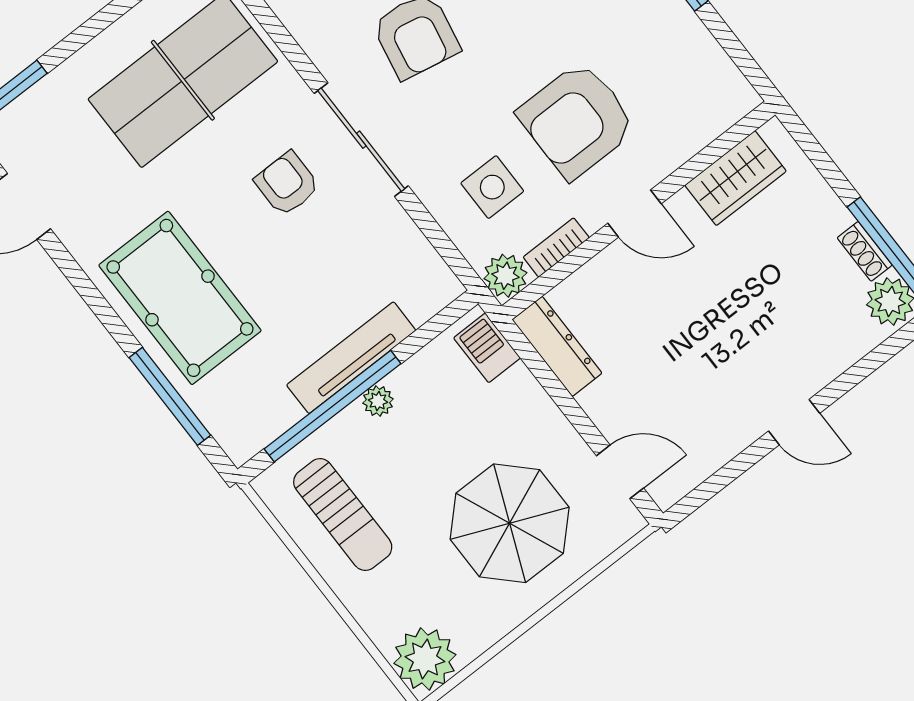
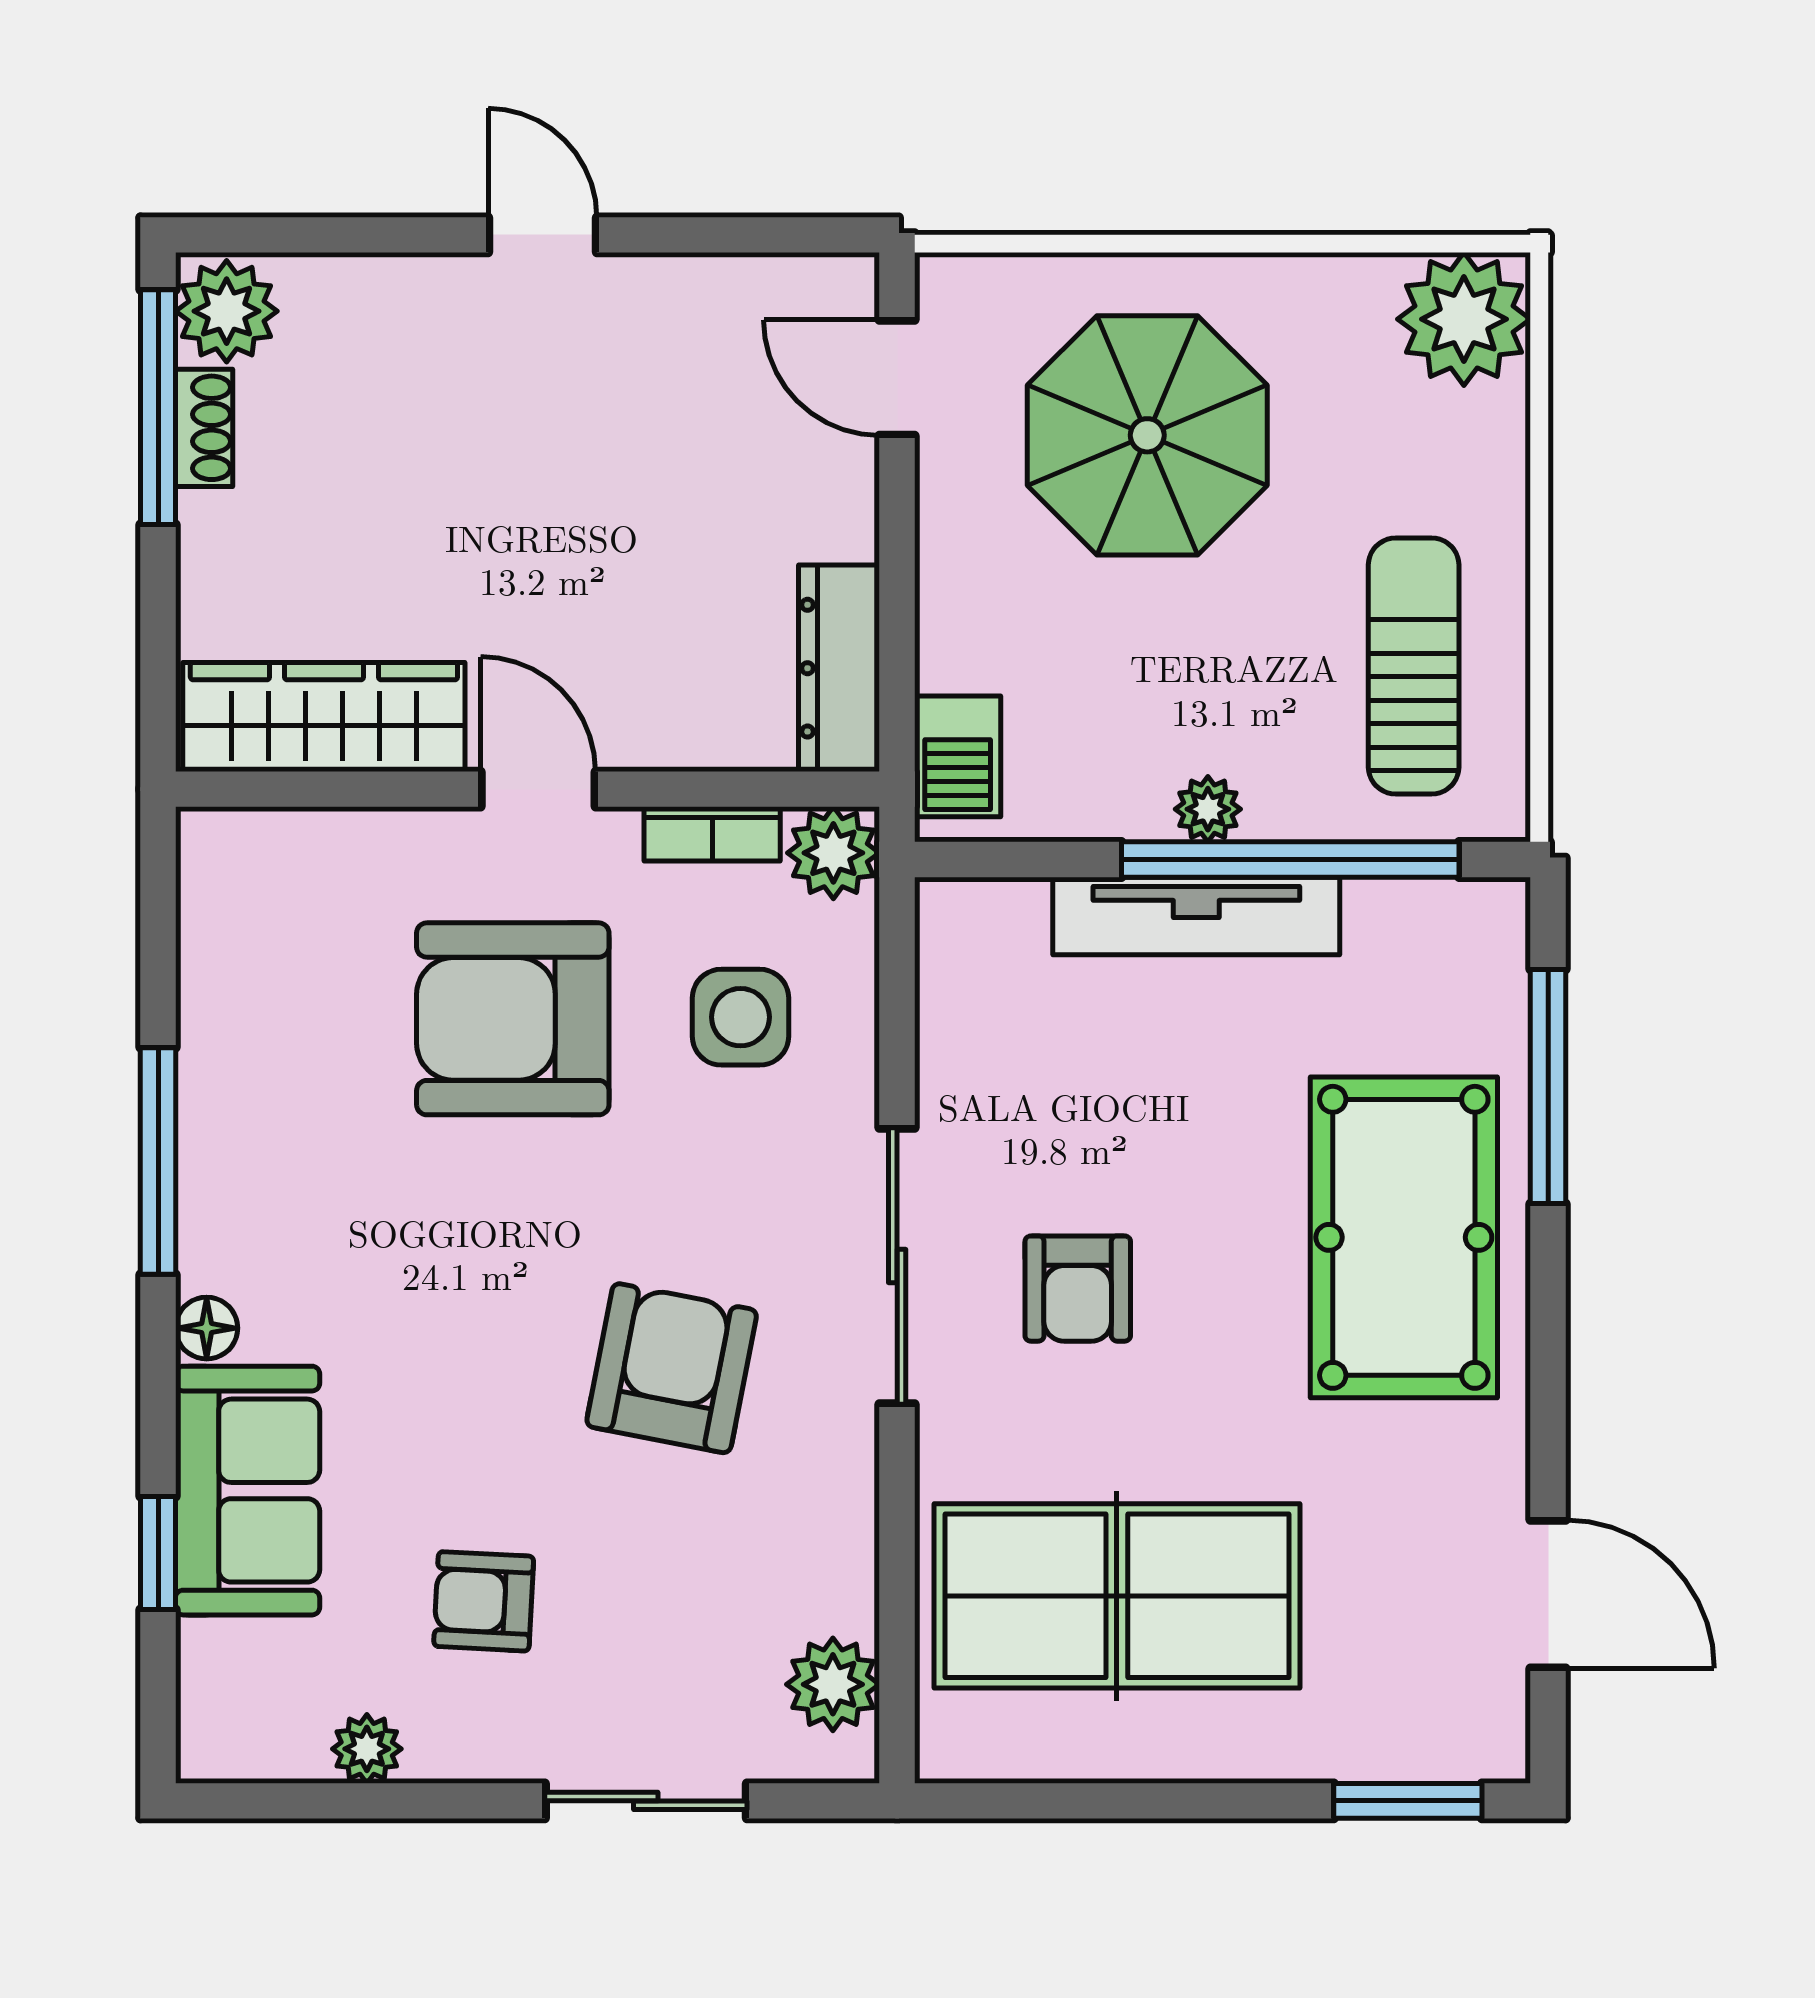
armchair: (577, 120) -> (513, 1019), turned 180
wardrobe: (736, 178) -> (324, 717), width x1.50

